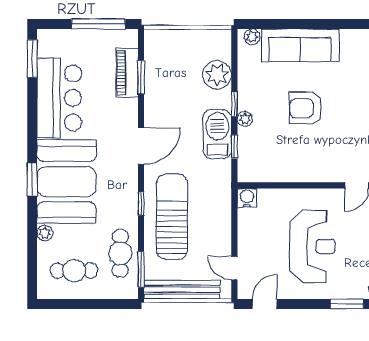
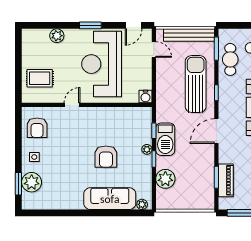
armchair: (306, 108) -> (106, 157), turned 90
sun lounger: (172, 217) -> (196, 84), turned 180
reception desk: (313, 246) -> (102, 64), width x1.36, depth x1.30
window: (347, 304) -> (90, 25), moved

